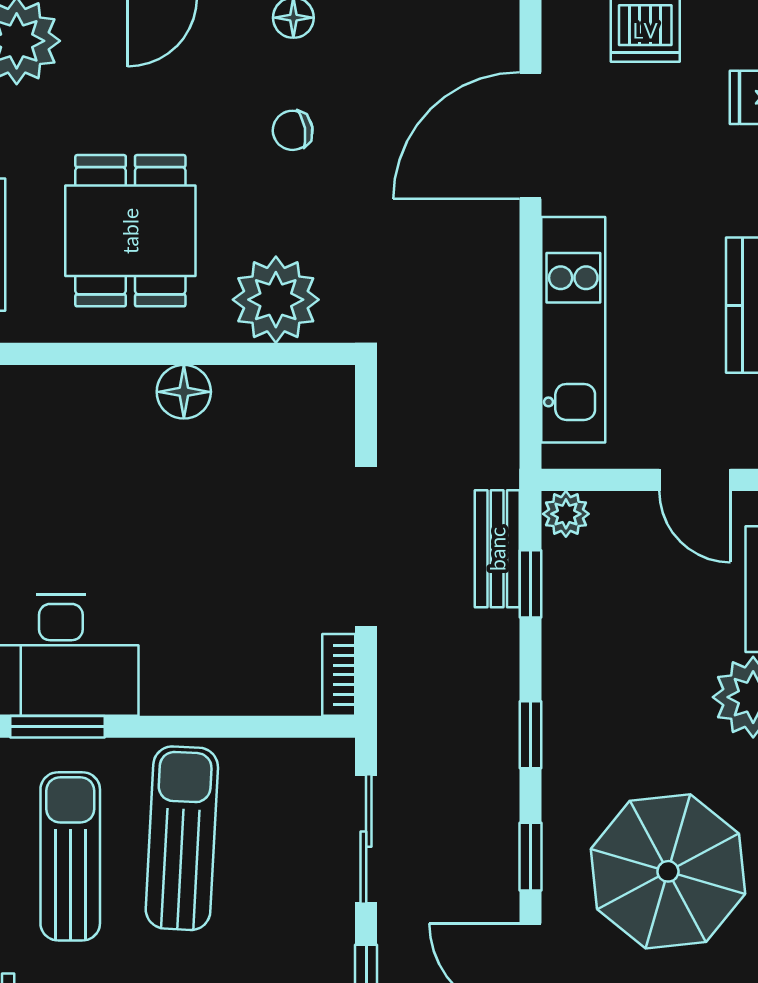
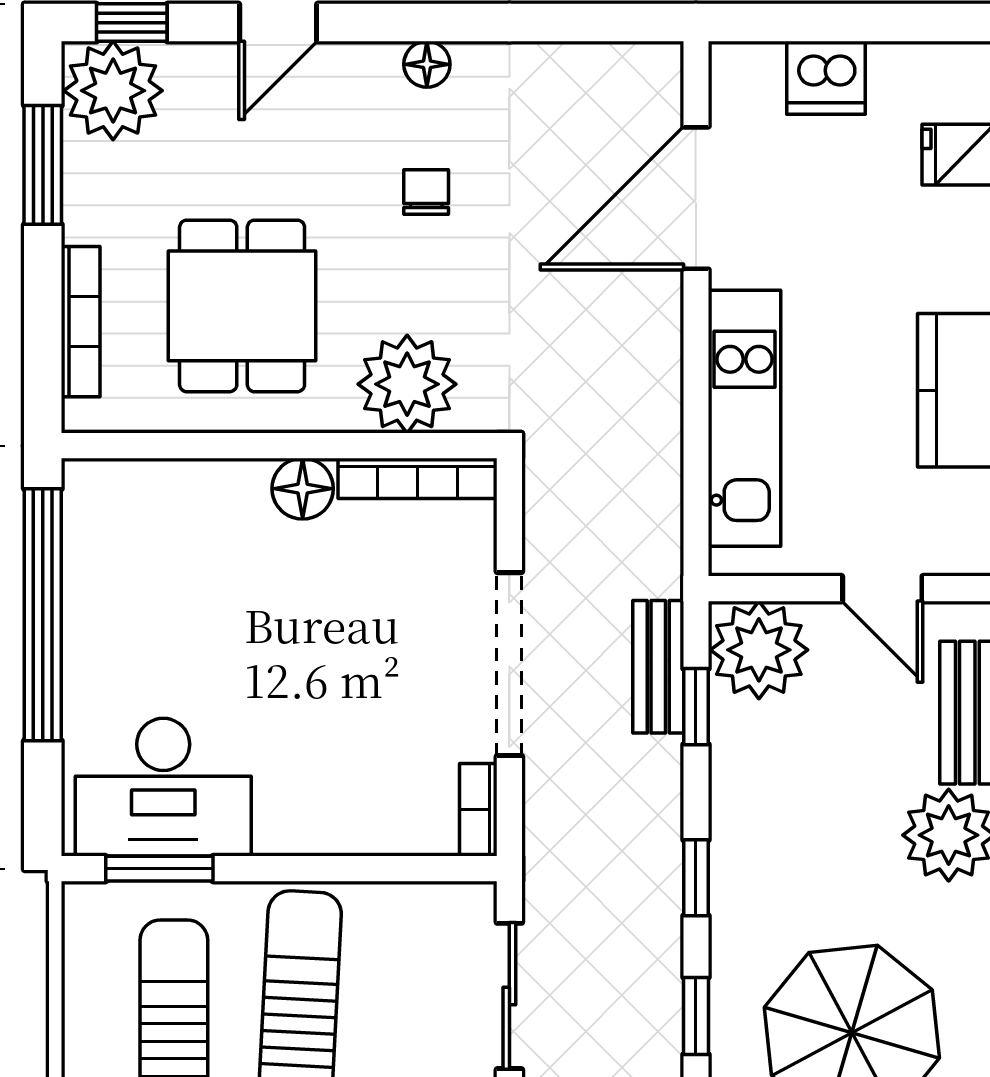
chair: (293, 130) -> (426, 192), turned 100
bookcase: (285, 383) -> (418, 478), added
plant: (566, 514) -> (759, 650), width x1.88, depth x1.88

